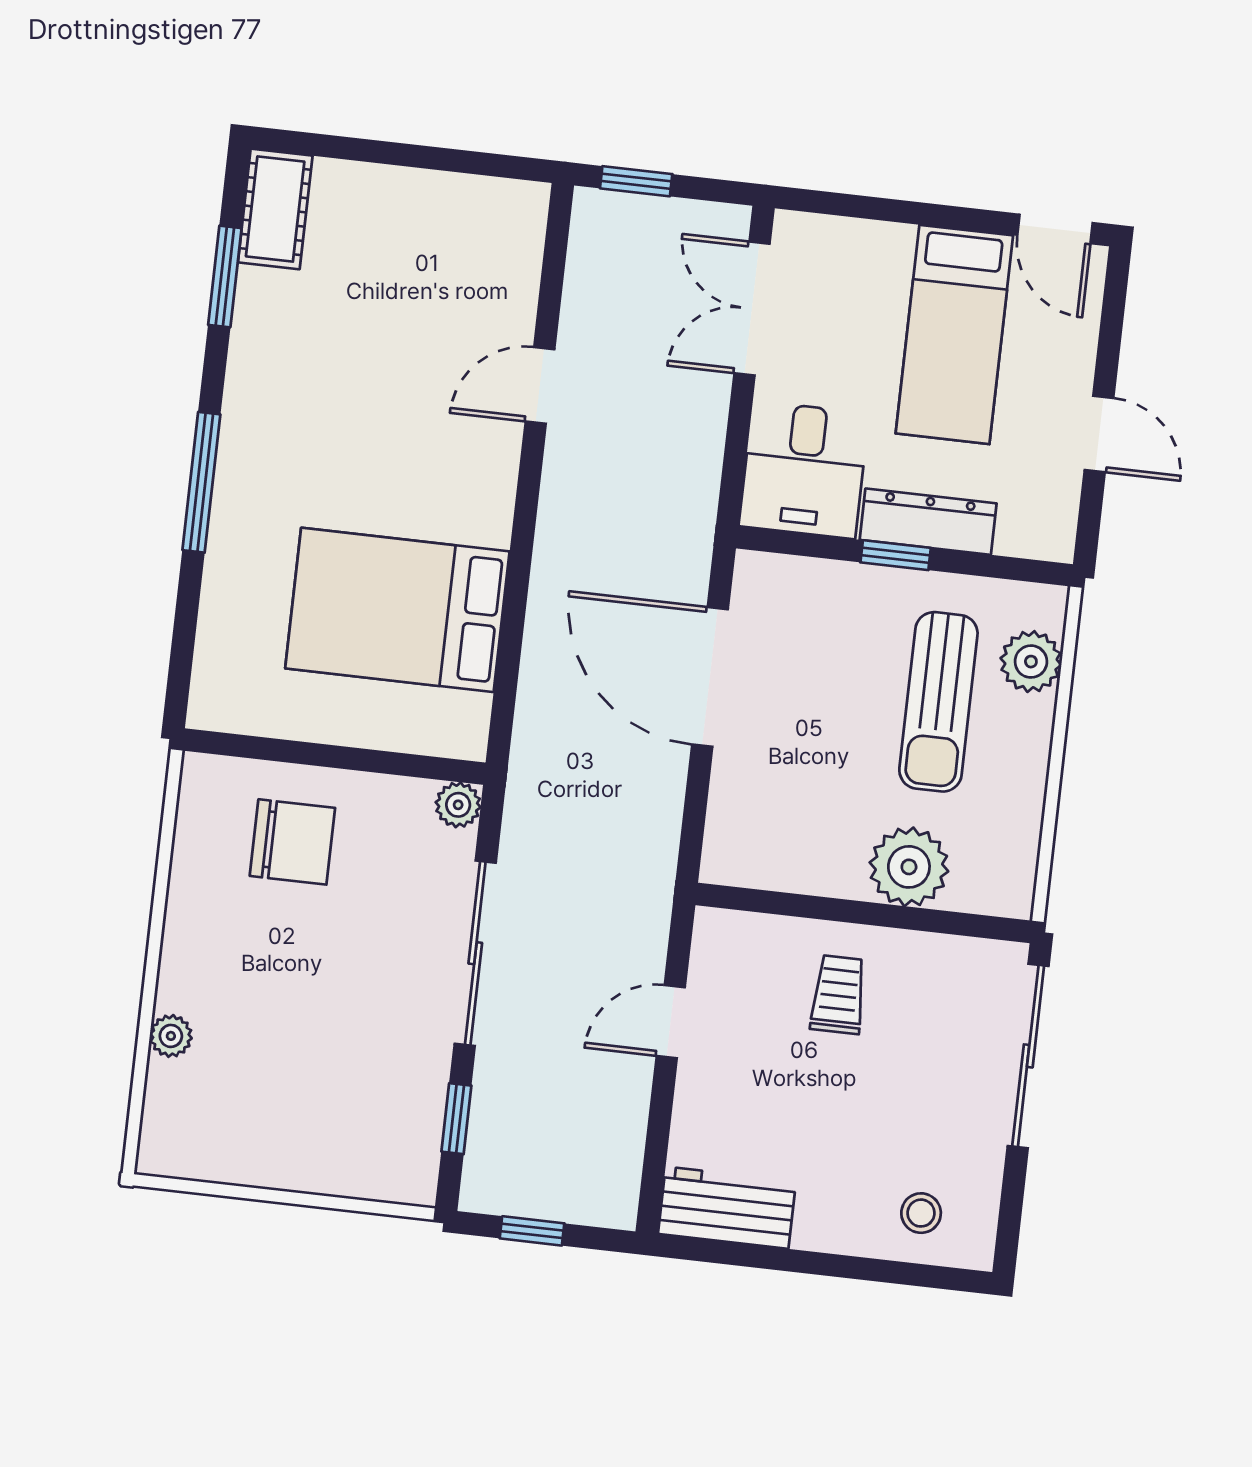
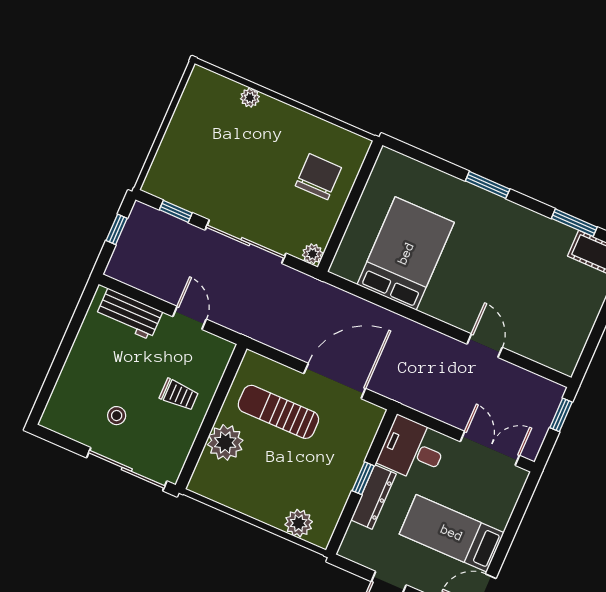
window: (201, 482) -> (488, 185), width x0.69
sun lounger: (938, 702) -> (278, 412), moved
chair: (292, 842) -> (318, 177), turned 180
workbench: (727, 1208) -> (129, 314), moved, turned 90
stool: (921, 1213) -> (117, 416), moved

